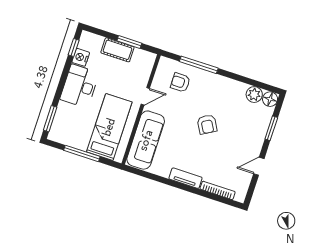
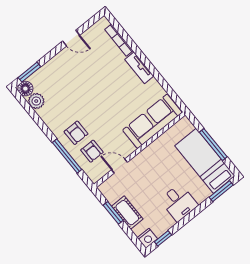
nightstand: (81, 57) -> (147, 238), moved
desk: (80, 86) -> (179, 203), width x0.73
door: (145, 96) -> (120, 166), moved
armchair: (207, 124) -> (76, 133), moved, turned 120
bed: (109, 127) -> (205, 161), moved, turned 90
window: (271, 128) -> (29, 72), moved

